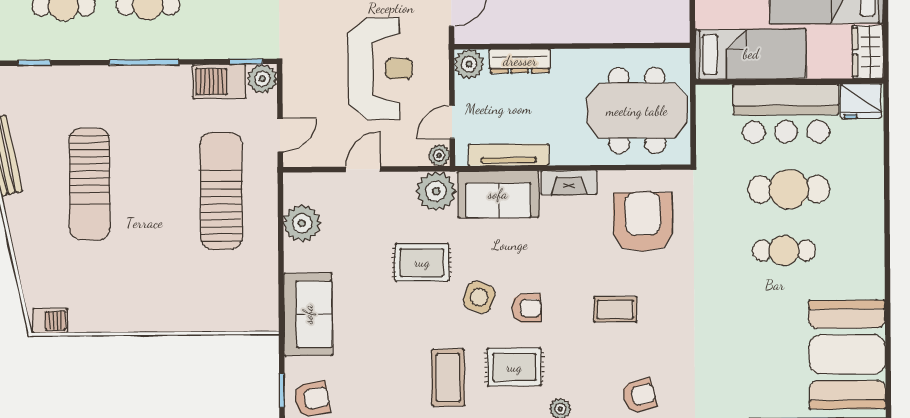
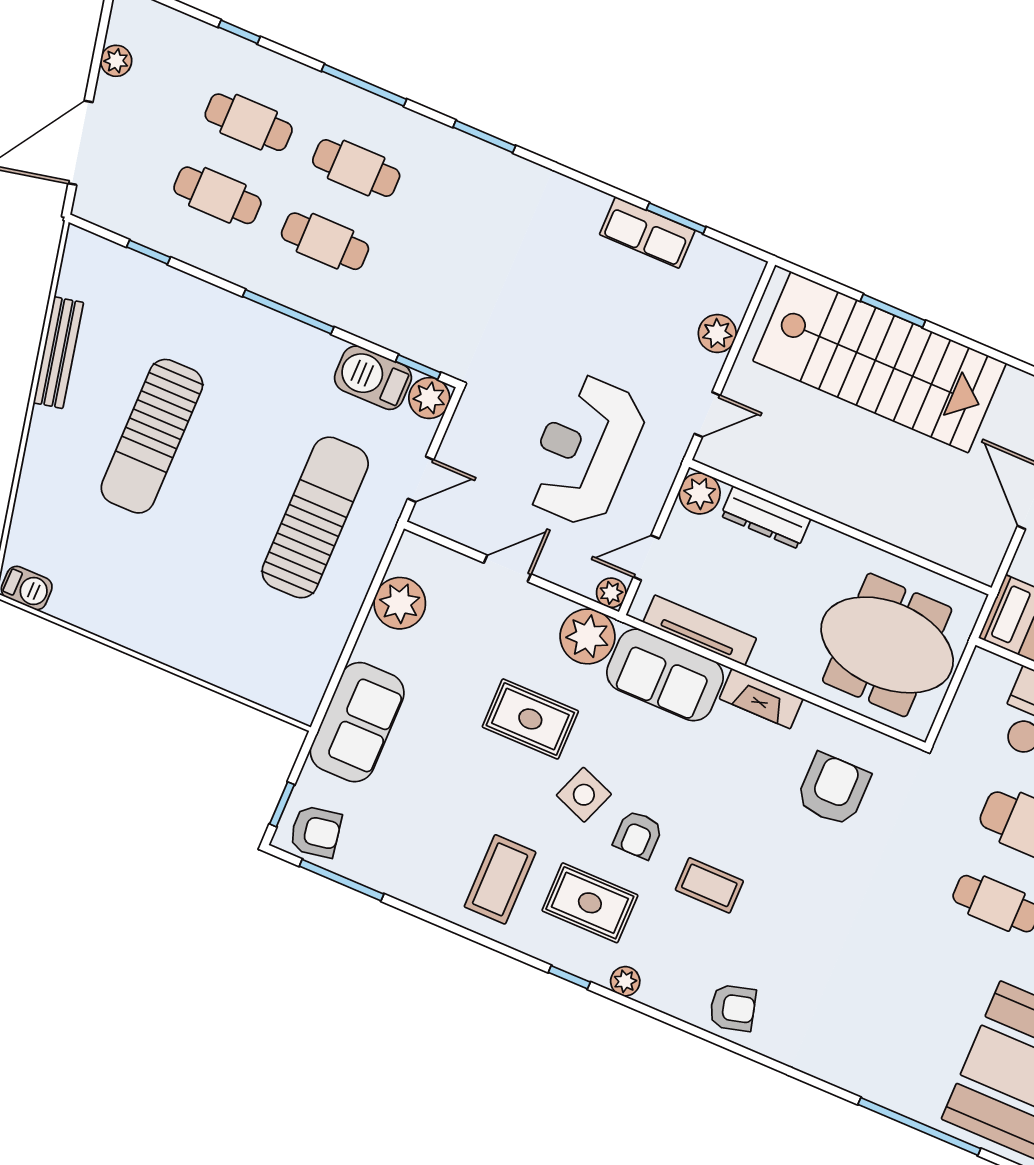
reception desk: (380, 69) -> (584, 450), turned 180
armchair: (643, 222) -> (833, 789), width x0.73, depth x0.73
armchair: (527, 308) -> (638, 835), turned 90
coffee table: (615, 309) -> (709, 885), moved

